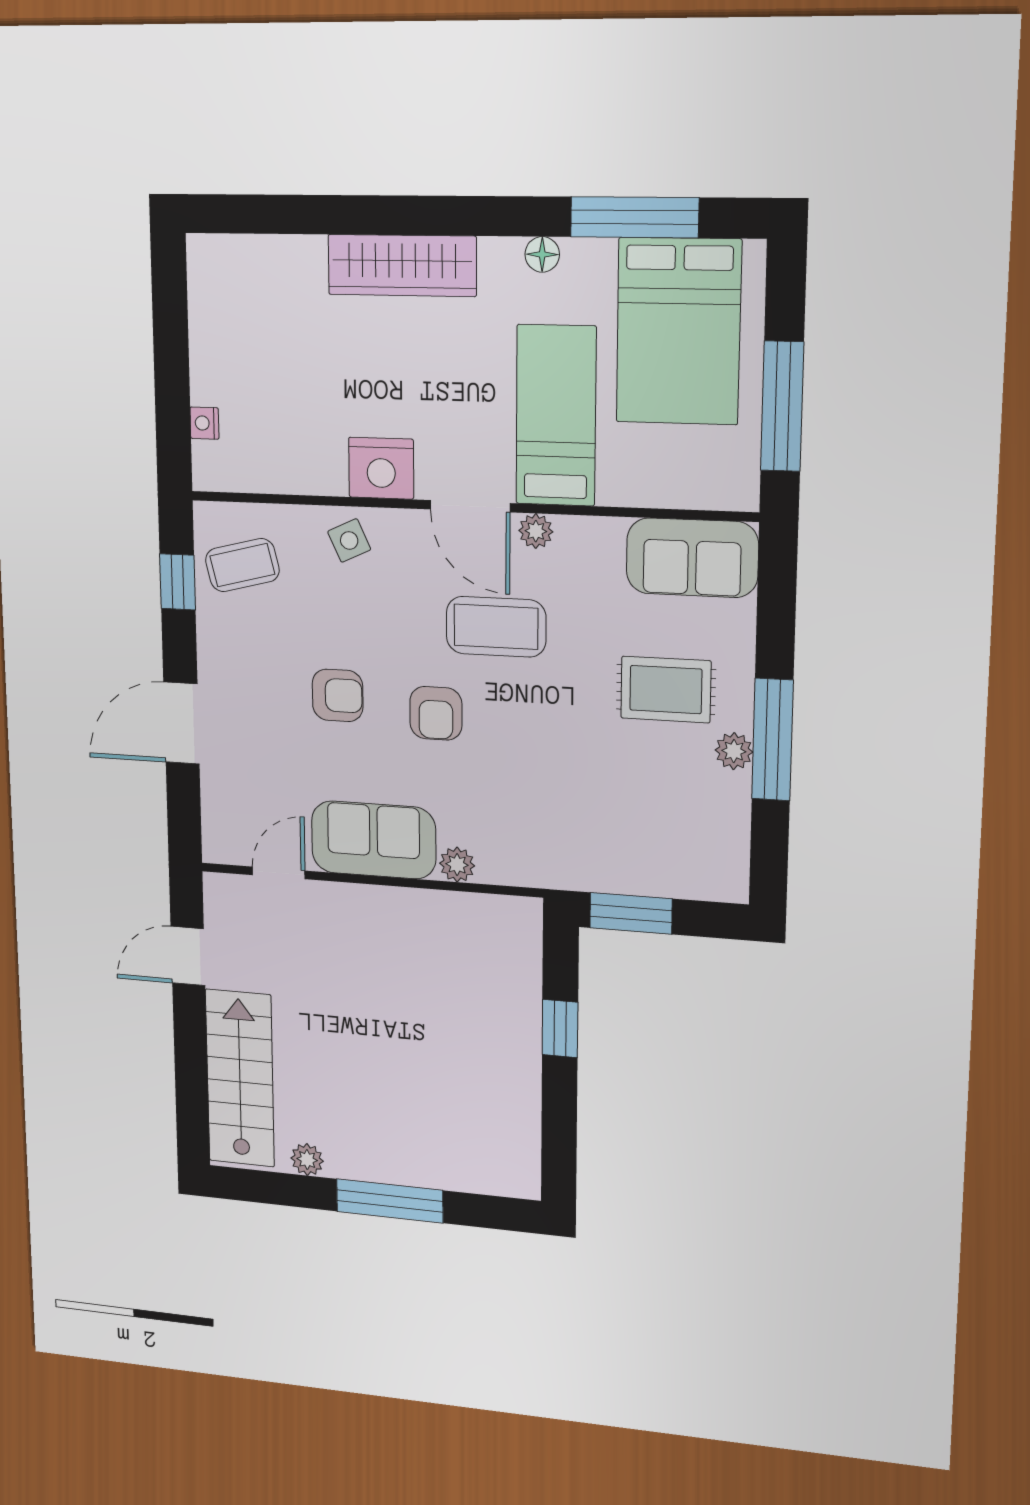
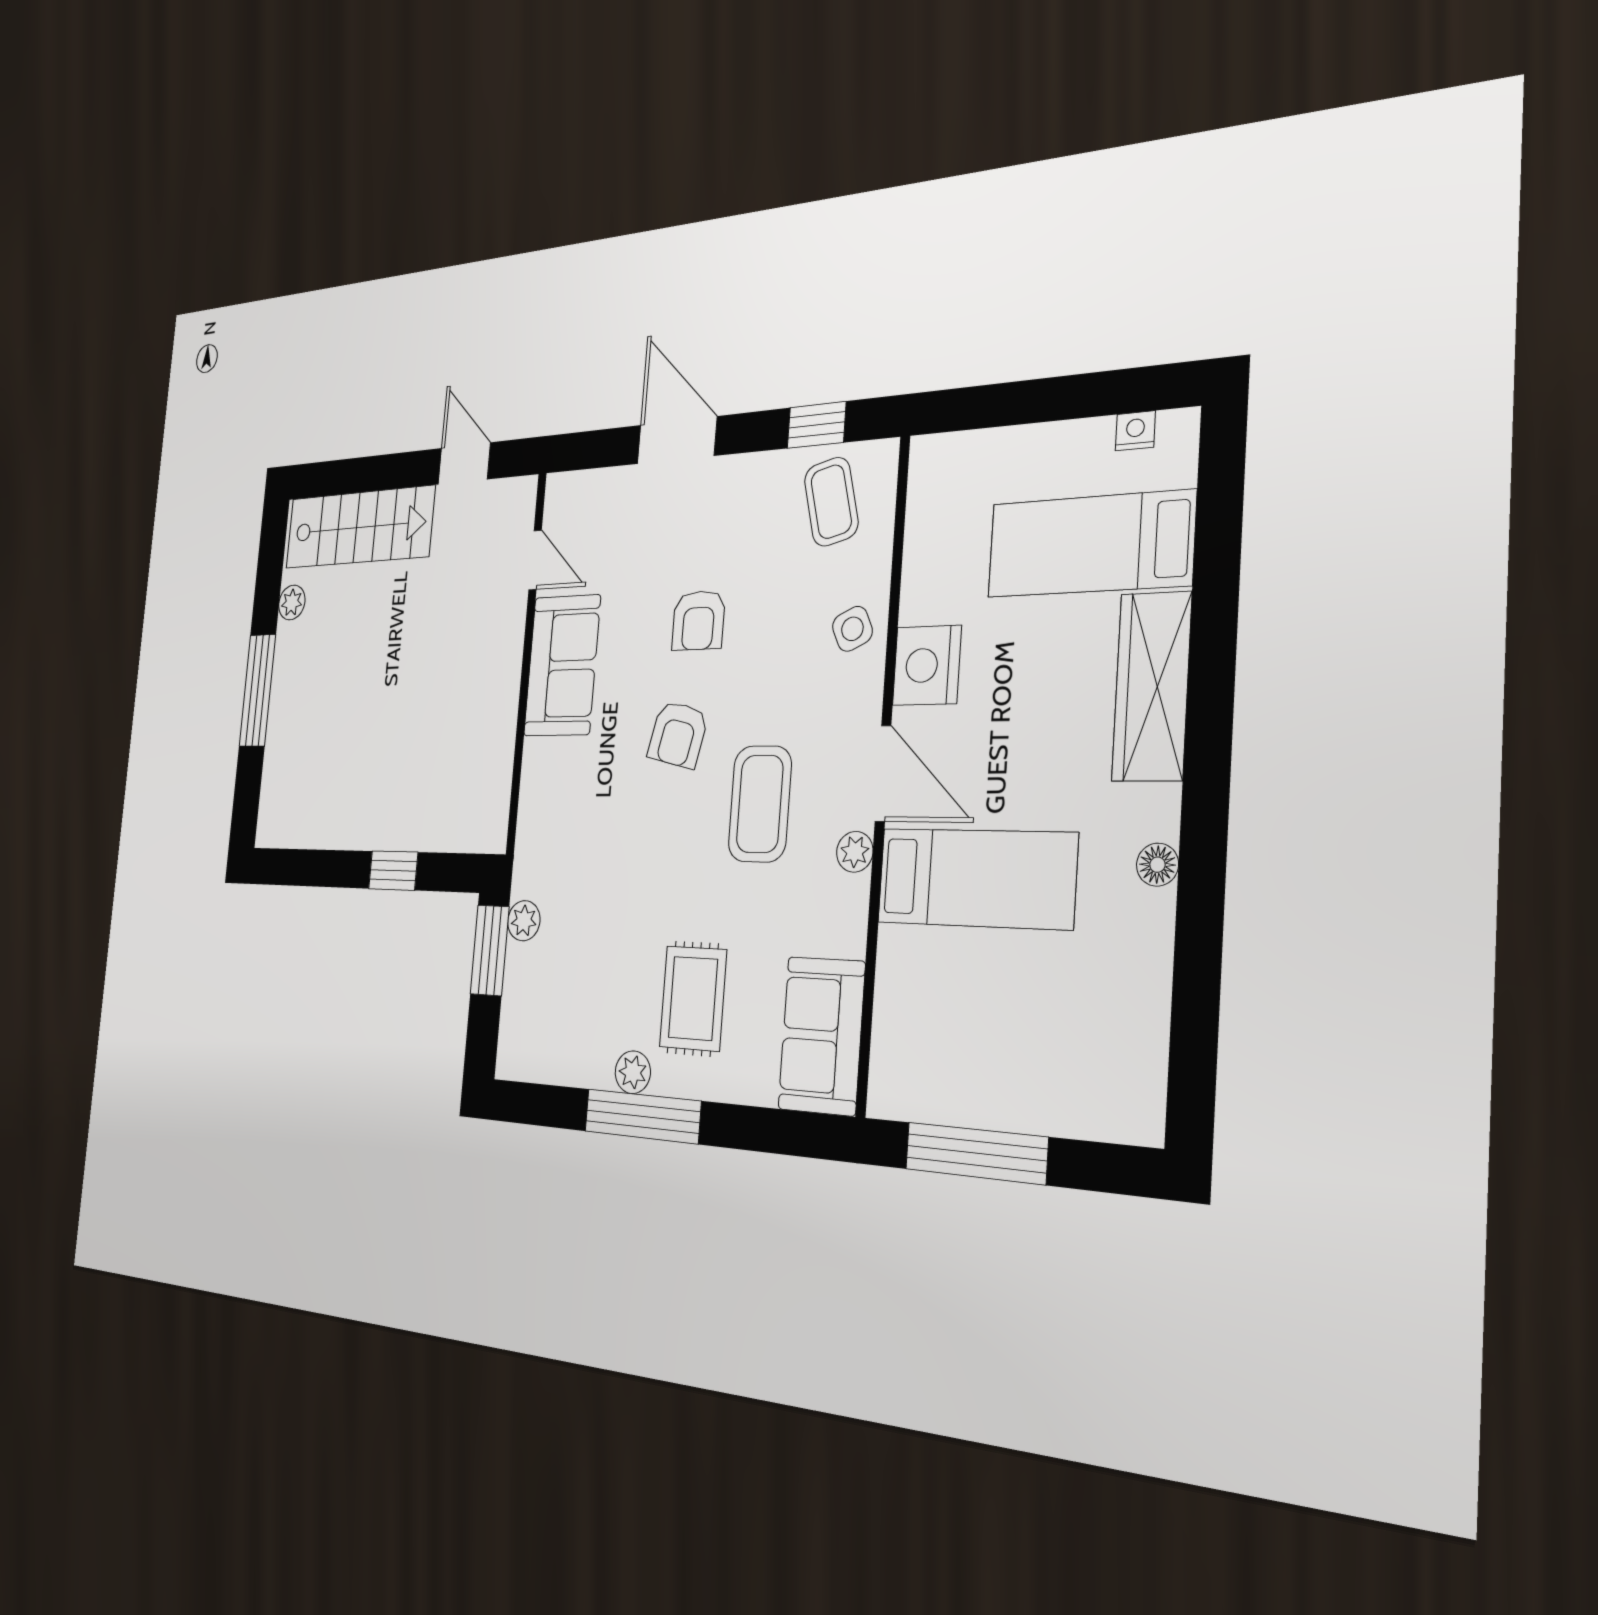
window: (634, 217) -> (1196, 983), removed
bed: (678, 331) -> (1090, 544), moved, width x0.67
nightstand: (204, 423) -> (1135, 431), moved
door: (470, 506) -> (883, 773), swing flipped
armchair: (436, 713) -> (678, 734), turned -77
plant: (457, 865) -> (524, 921), moved

